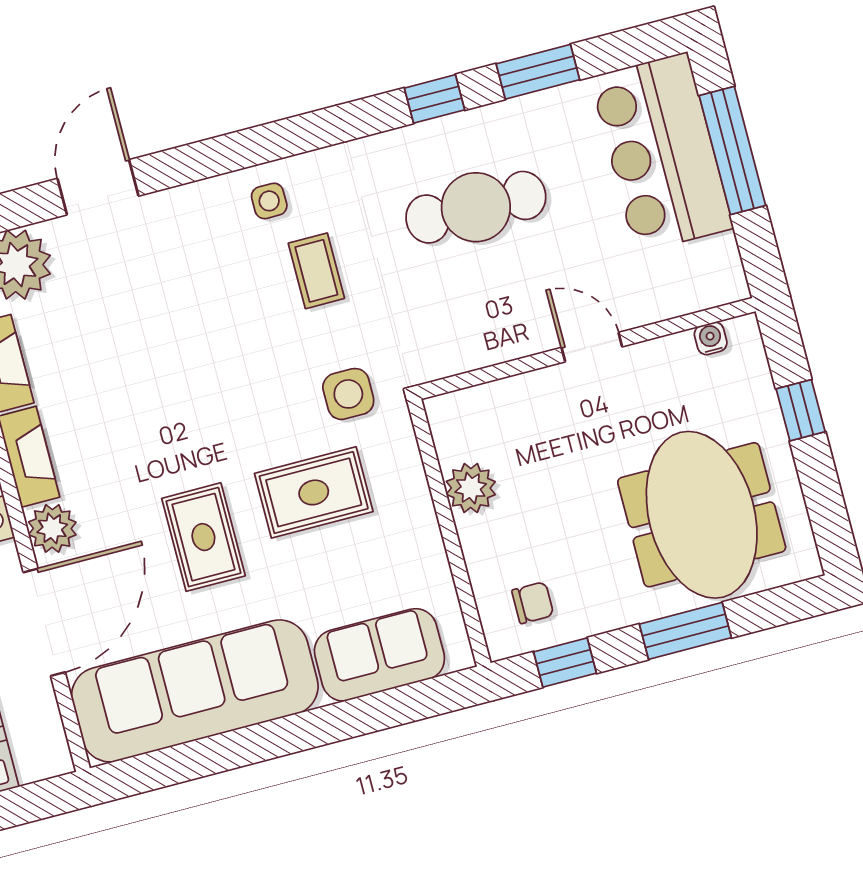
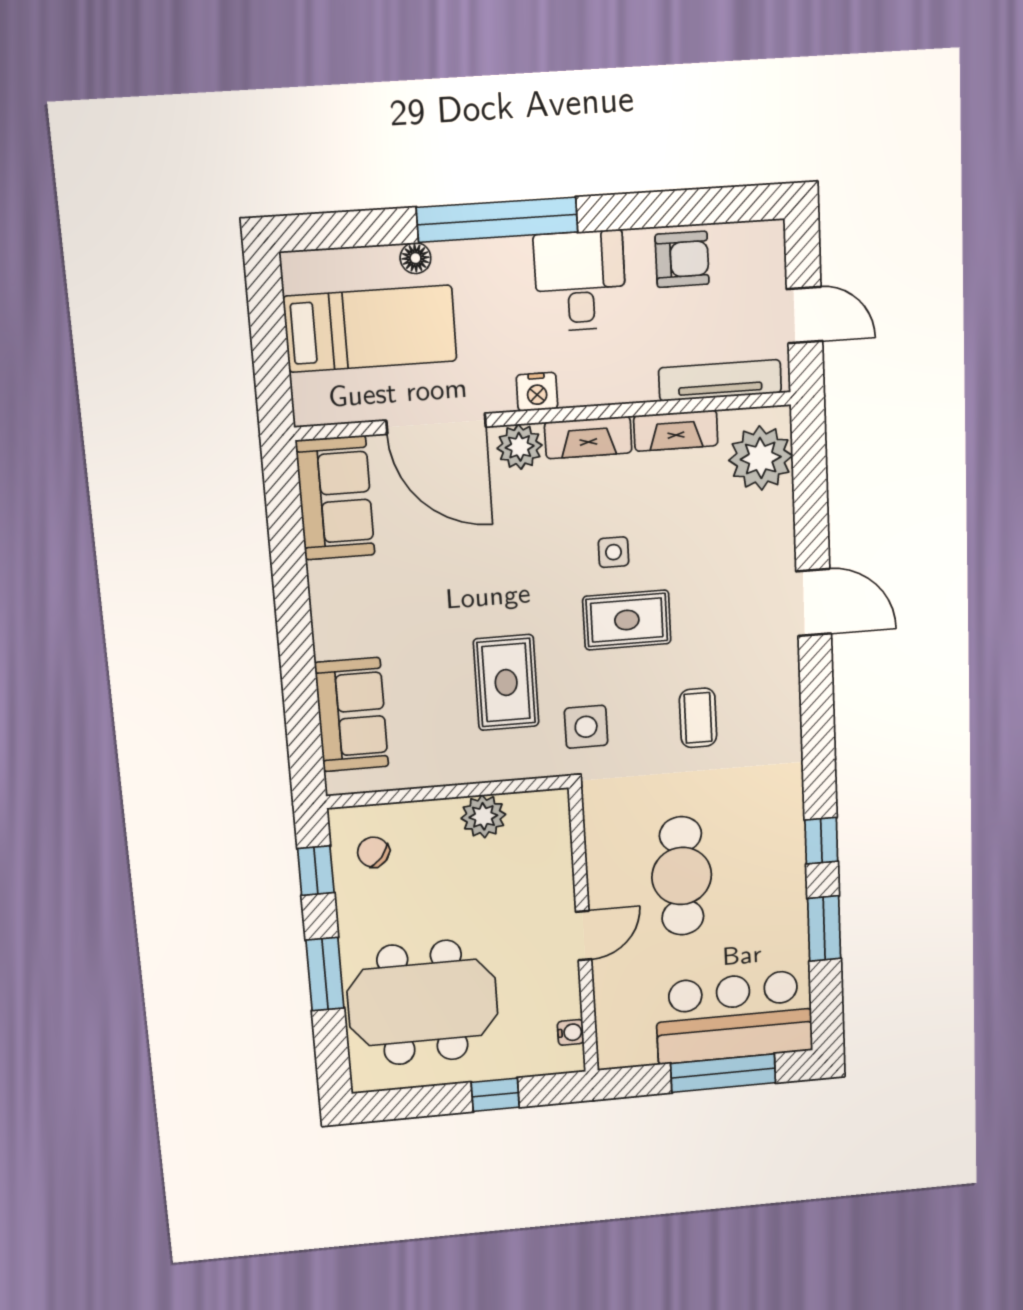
door: (98, 187) -> (814, 603), moved
side table: (269, 201) -> (613, 552), moved
cafe table: (476, 207) -> (682, 876), moved
coffee table: (316, 271) -> (698, 718), turned 90
rug: (203, 537) -> (627, 620), moved
chair: (533, 603) -> (373, 852), turned 129
sofa: (195, 691) -> (335, 498), width x0.54, depth x0.79

